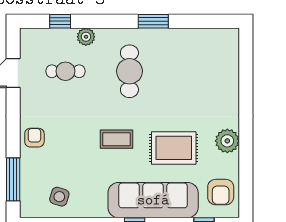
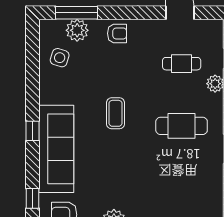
cafe table: (65, 71) -> (182, 64), turned 90
rug: (174, 148) -> (107, 169), removed
plant: (31, 179) -> (77, 30), added

